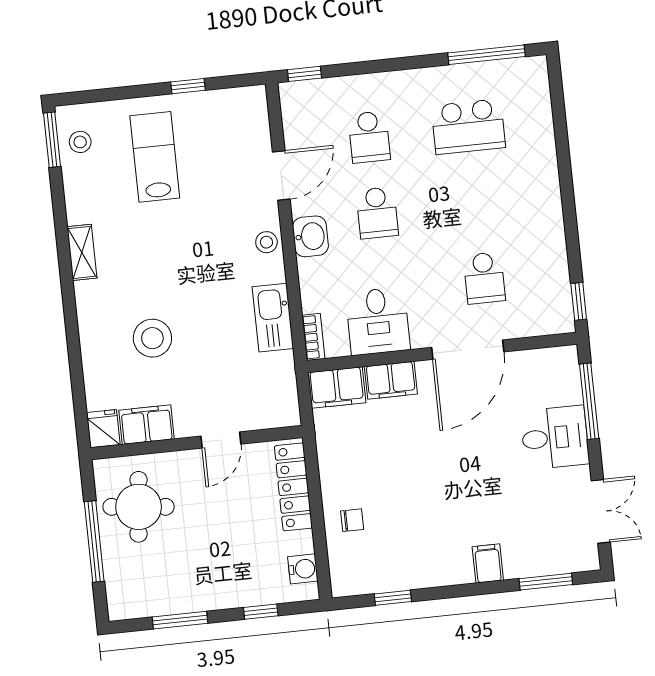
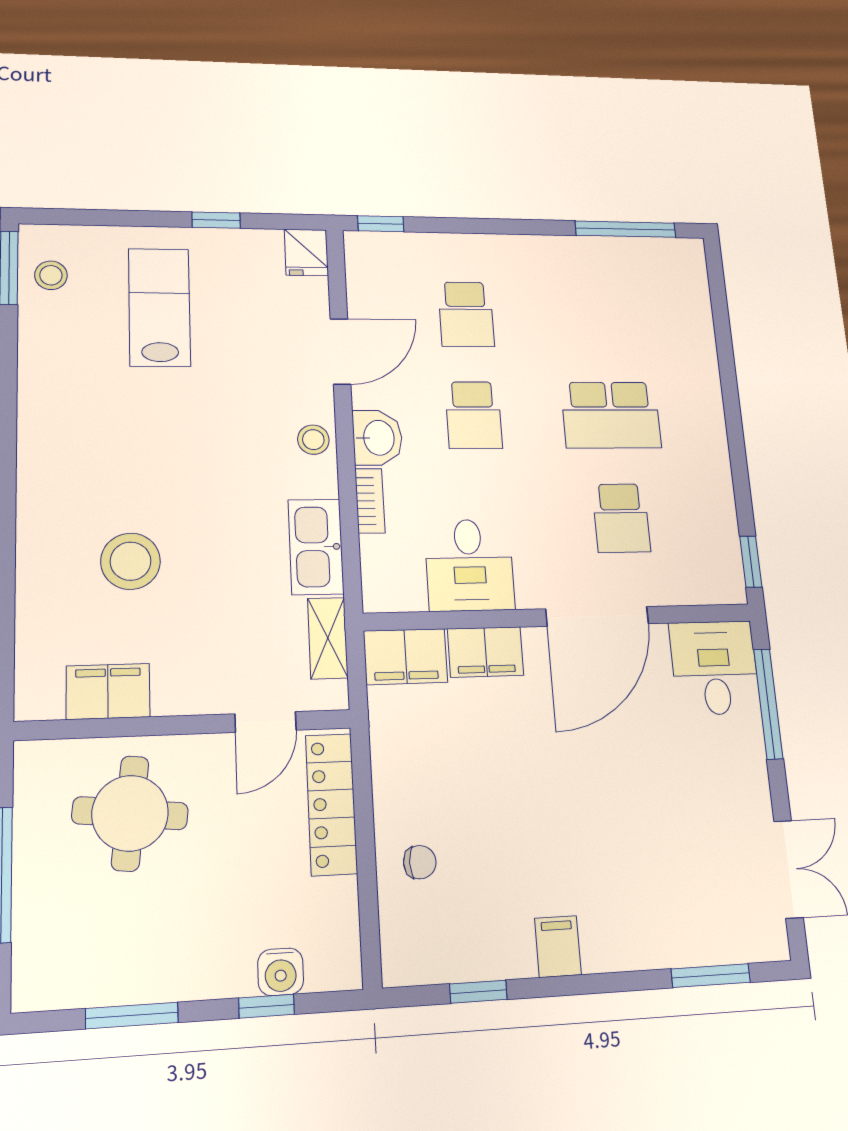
school desk: (468, 127) -> (611, 415), moved
shelving: (82, 252) -> (328, 638), moved
bookcase: (313, 337) -> (370, 501), moved
fridge: (103, 429) -> (306, 252), moved, turned 180
desk: (555, 438) -> (715, 668), moved, turned -90
door: (221, 440) -> (266, 722), moved
round table: (139, 507) -> (130, 813), moved
filing cabinet: (488, 563) -> (558, 946), moved
water cooler: (303, 569) -> (281, 972), moved, turned 90

